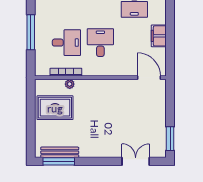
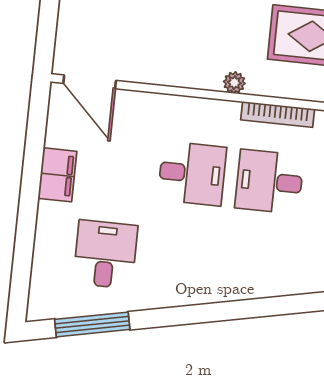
desk: (100, 43) -> (192, 174), turned -90
plant: (70, 84) -> (234, 83), moved

